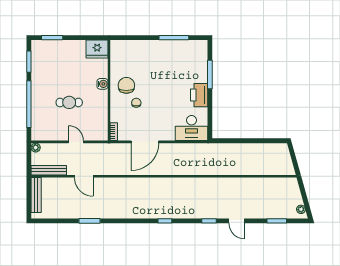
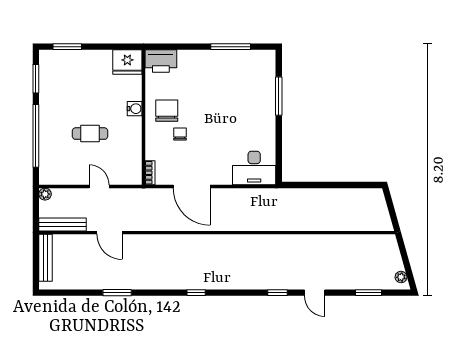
printer: (199, 95) -> (161, 61), moved, turned -90
door: (145, 142) -> (192, 186), hinge flipped
window: (165, 221) -> (196, 293), moved

